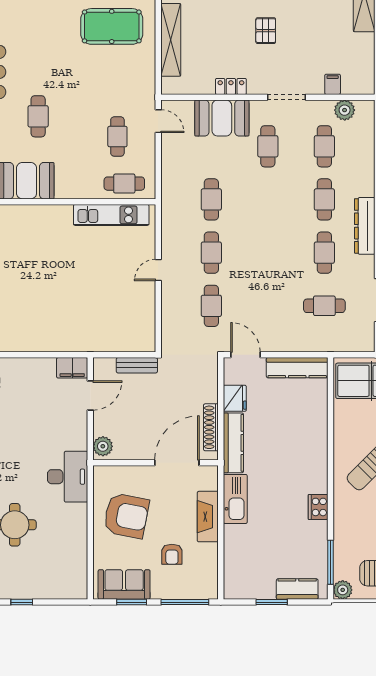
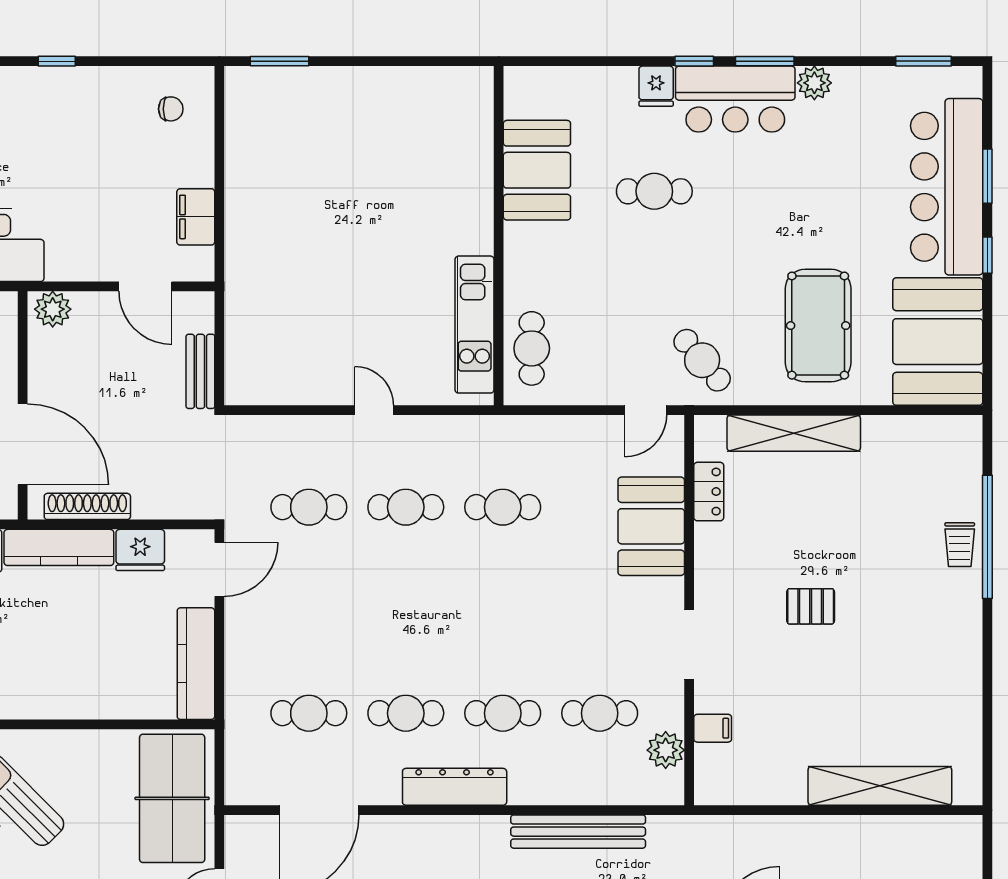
locker: (231, 86) -> (709, 492), moved
cafe table: (117, 137) -> (702, 360), moved, turned 50
cafe table: (268, 146) -> (600, 610), removed
cafe table: (324, 306) -> (309, 713), turned 90
filing cabinet: (72, 368) -> (196, 217), moved

